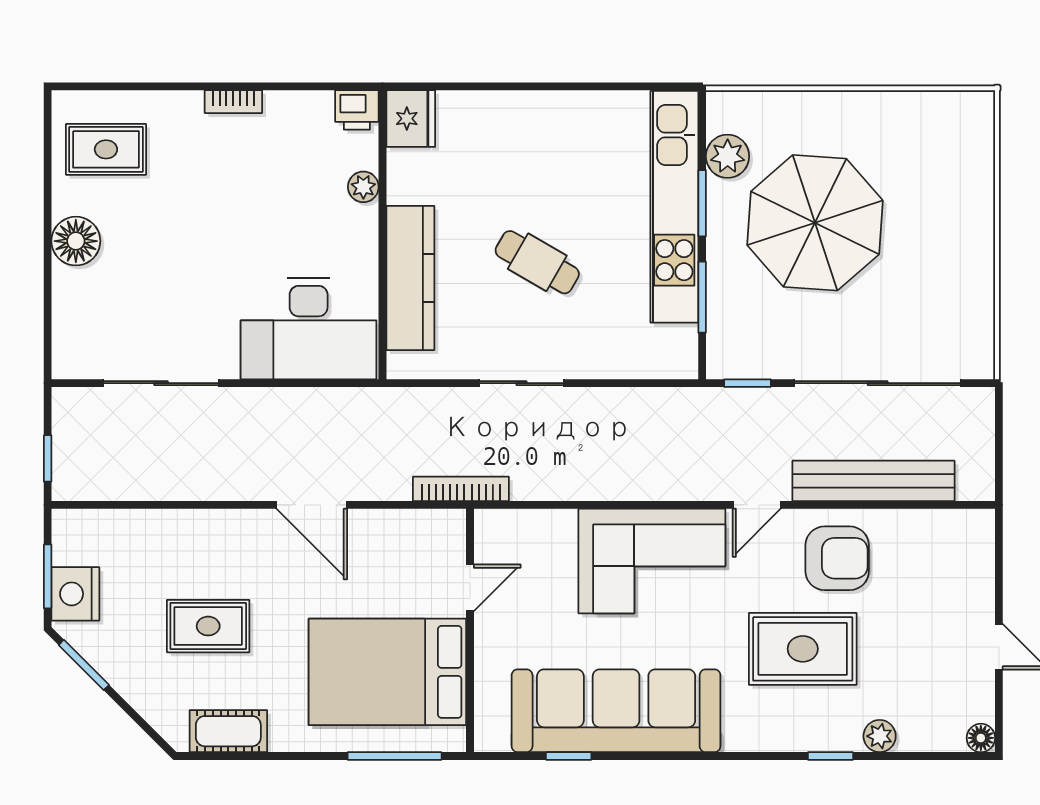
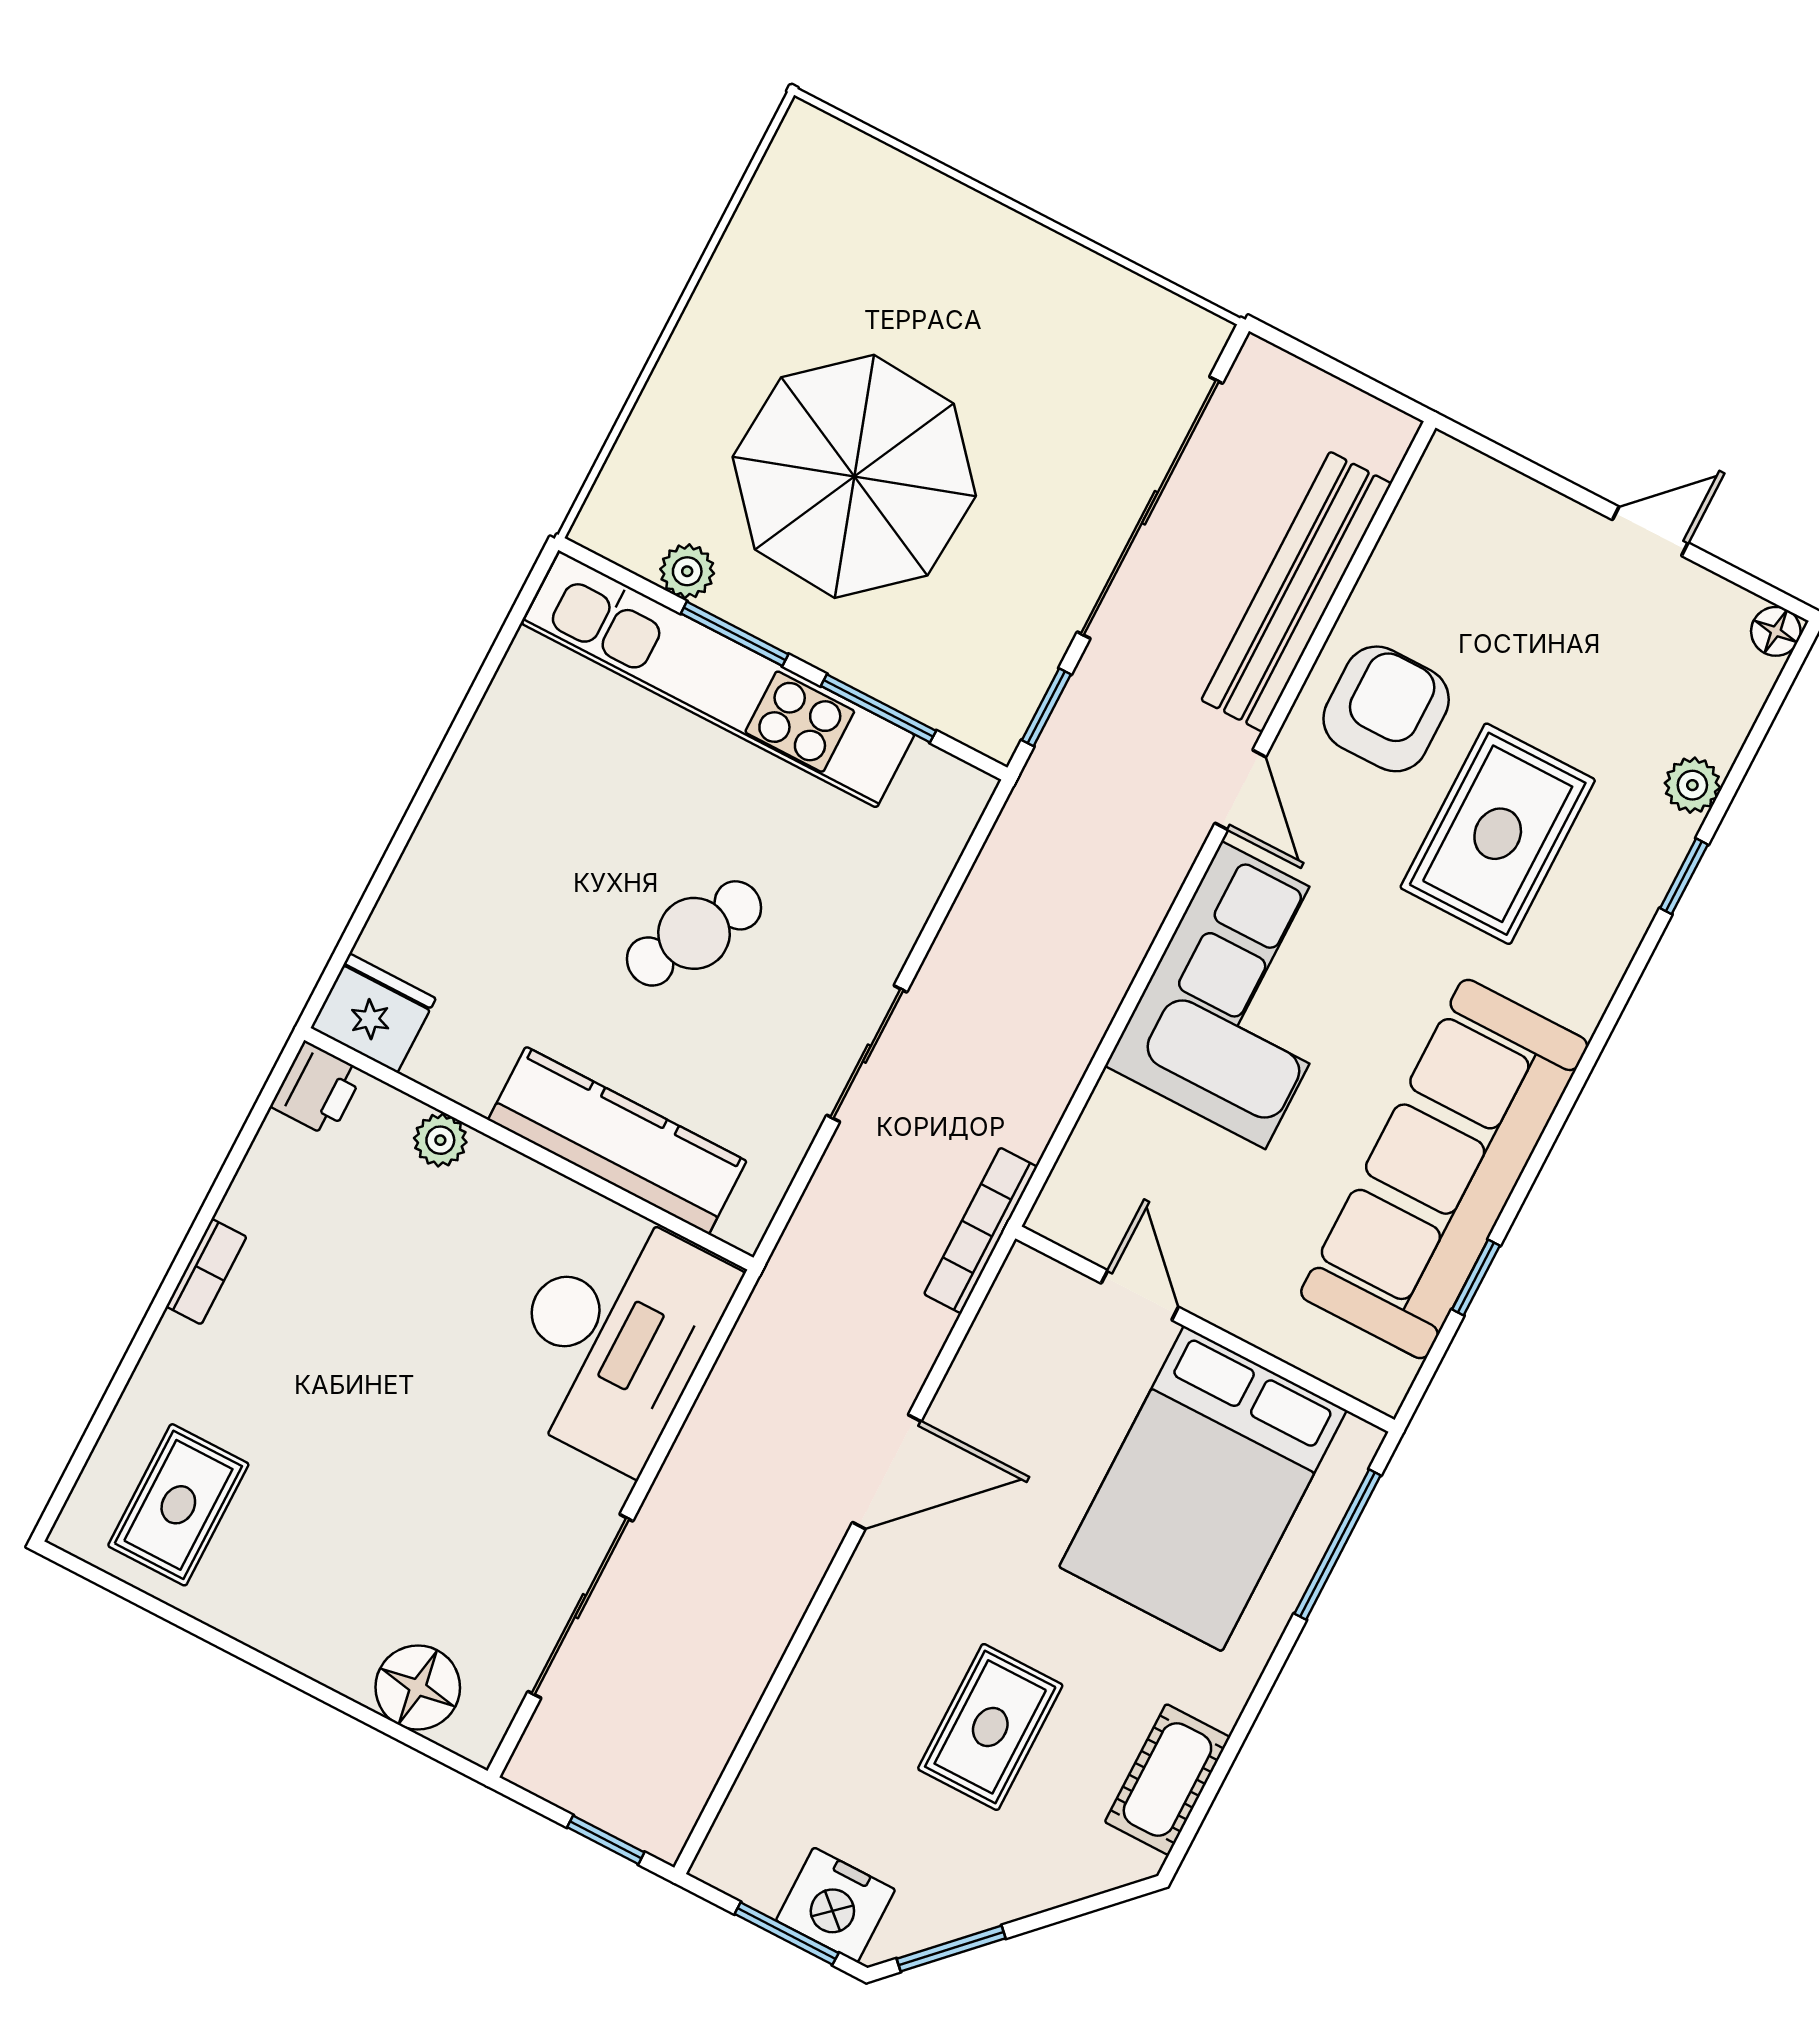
plant: (728, 156) -> (687, 571), width x0.73, depth x0.73
floor lamp: (76, 241) -> (418, 1687), moved

